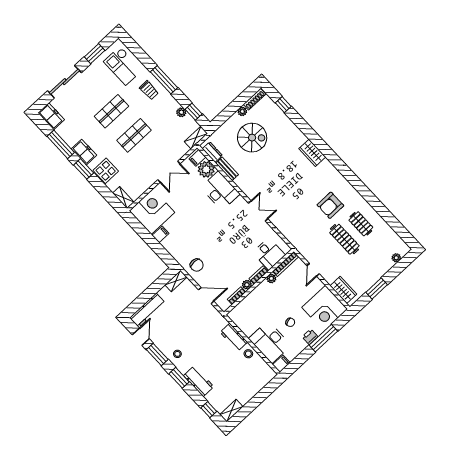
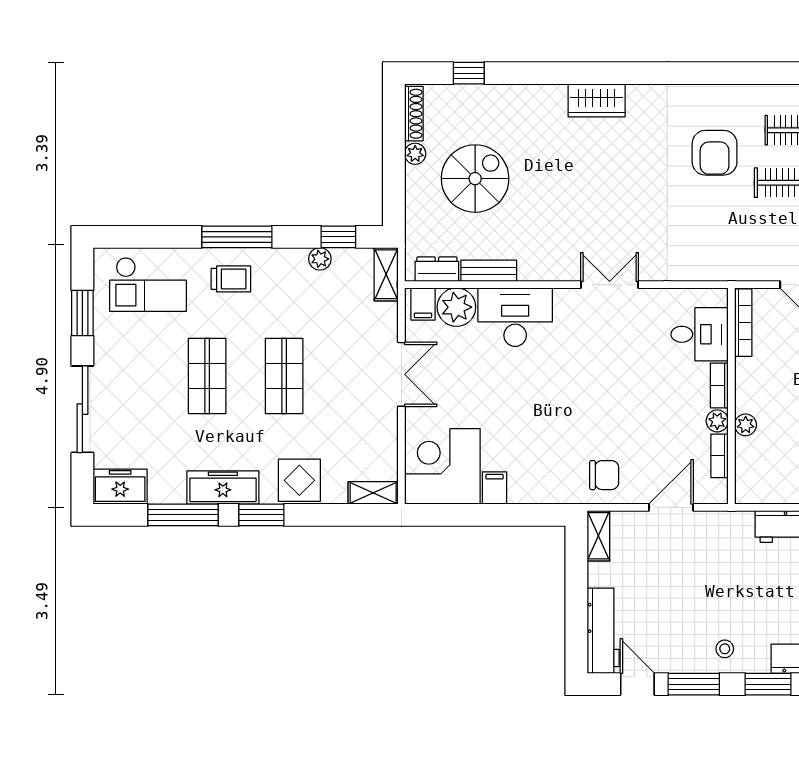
freezer: (84, 152) -> (223, 488), width x1.40
plant: (271, 279) -> (746, 425), moved

